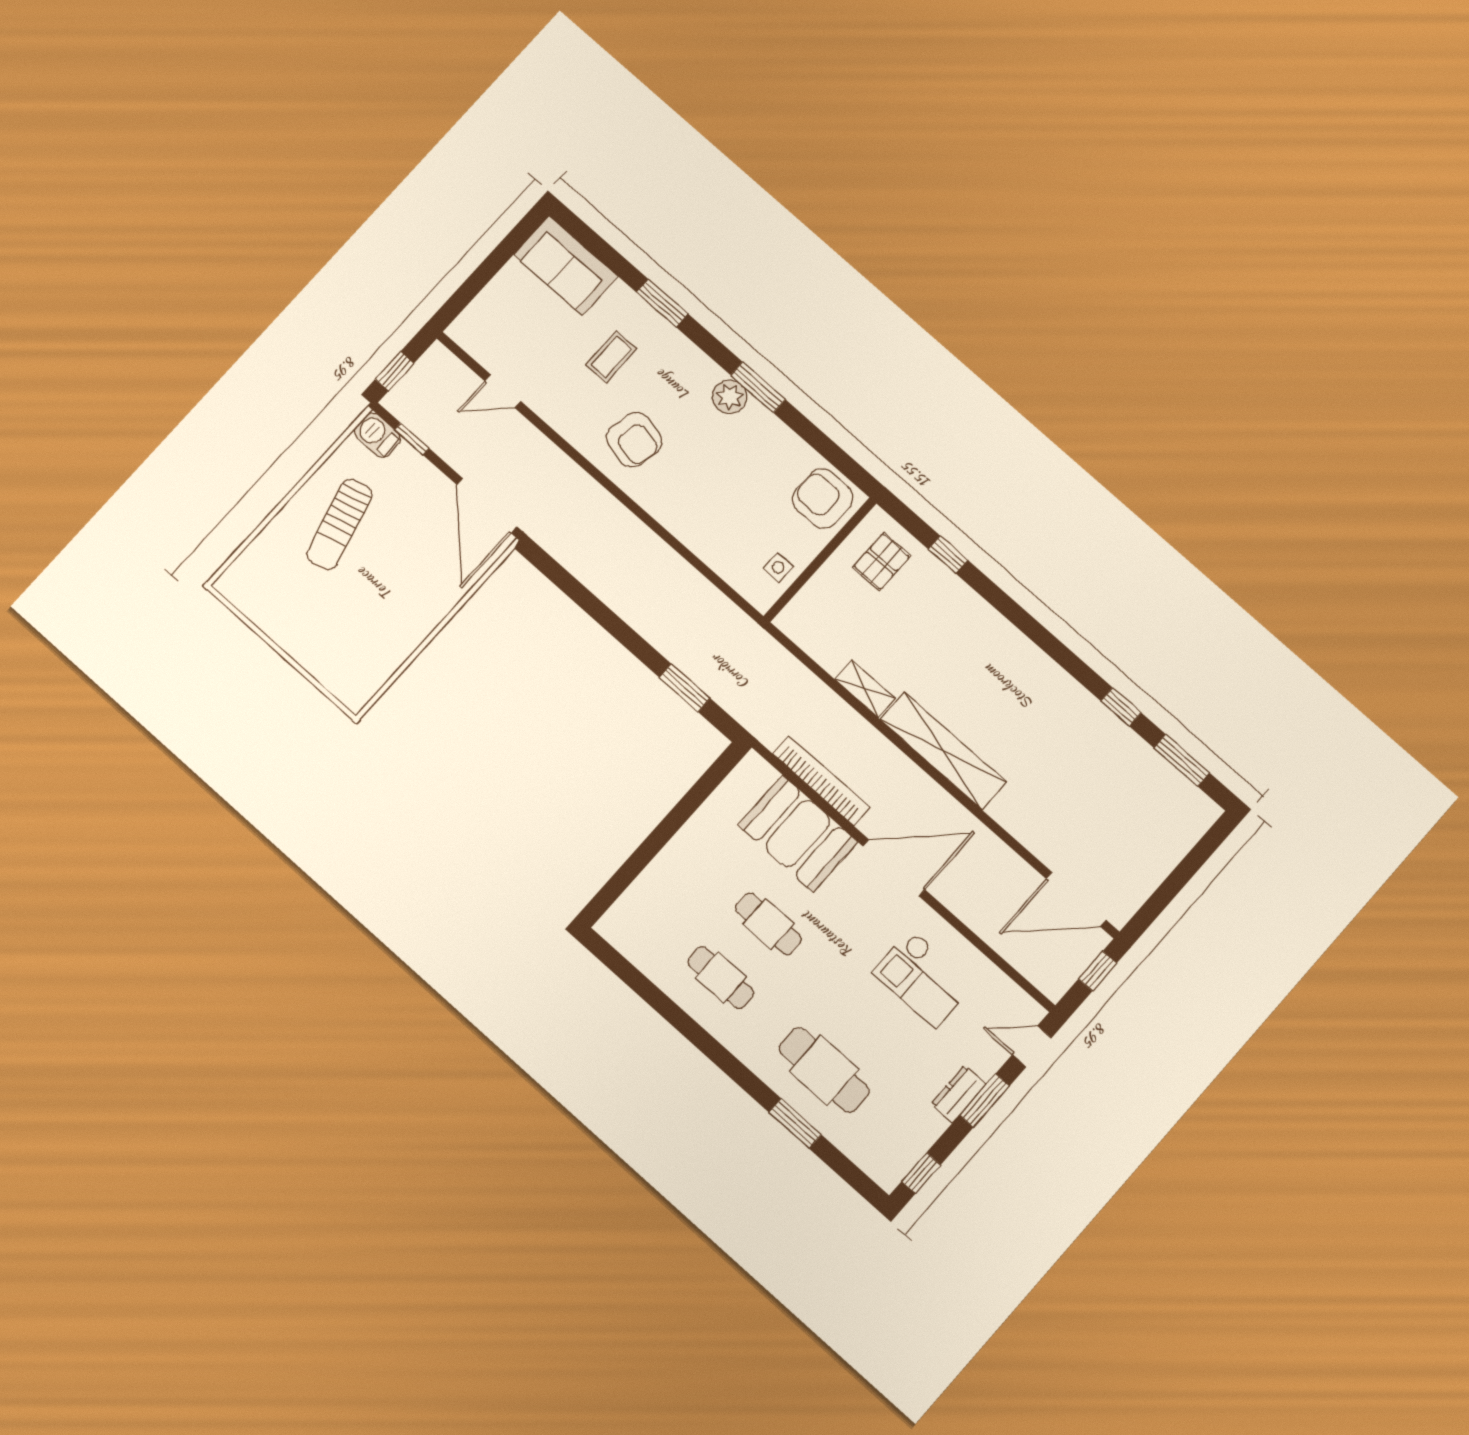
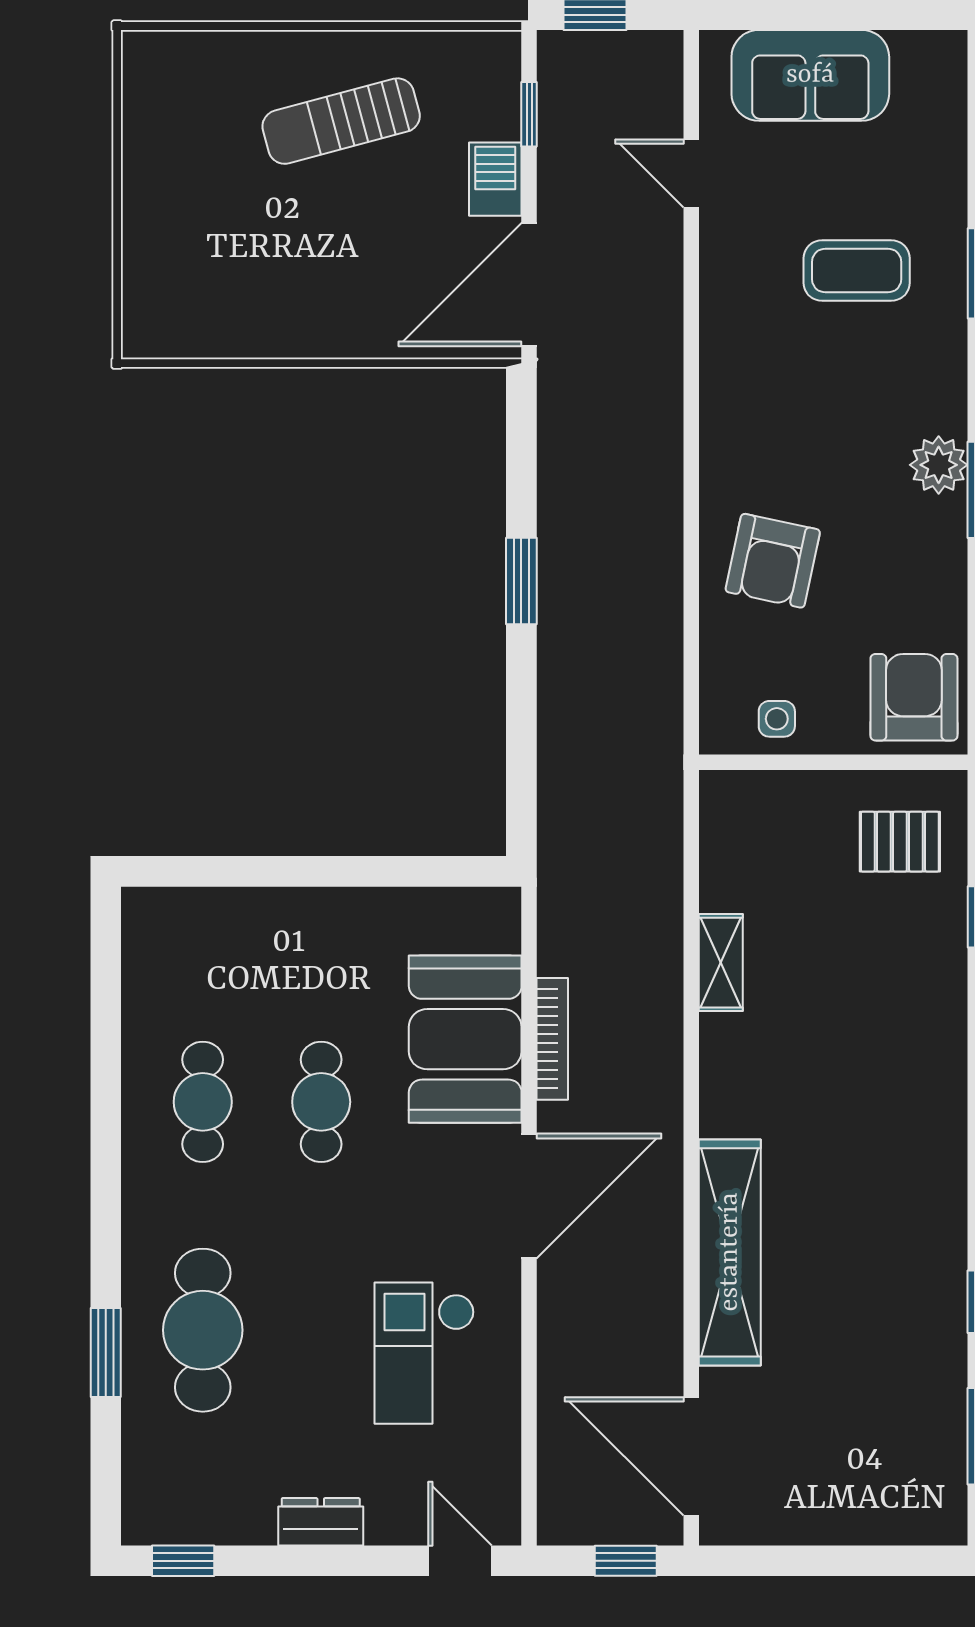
sofa: (566, 266) -> (810, 75), moved, turned -90
coffee table: (611, 357) -> (857, 271), width x1.36, depth x1.30
barbecue: (377, 435) -> (495, 179), moved
armchair: (634, 440) -> (773, 561), moved
window: (685, 688) -> (521, 581), moved
shelving: (943, 751) -> (730, 1252), moved
bookcase: (821, 781) -> (552, 1039), width x0.68, depth x0.76
door: (894, 868) -> (529, 1196), hinge flipped
window: (985, 1100) -> (342, 1561), removed

